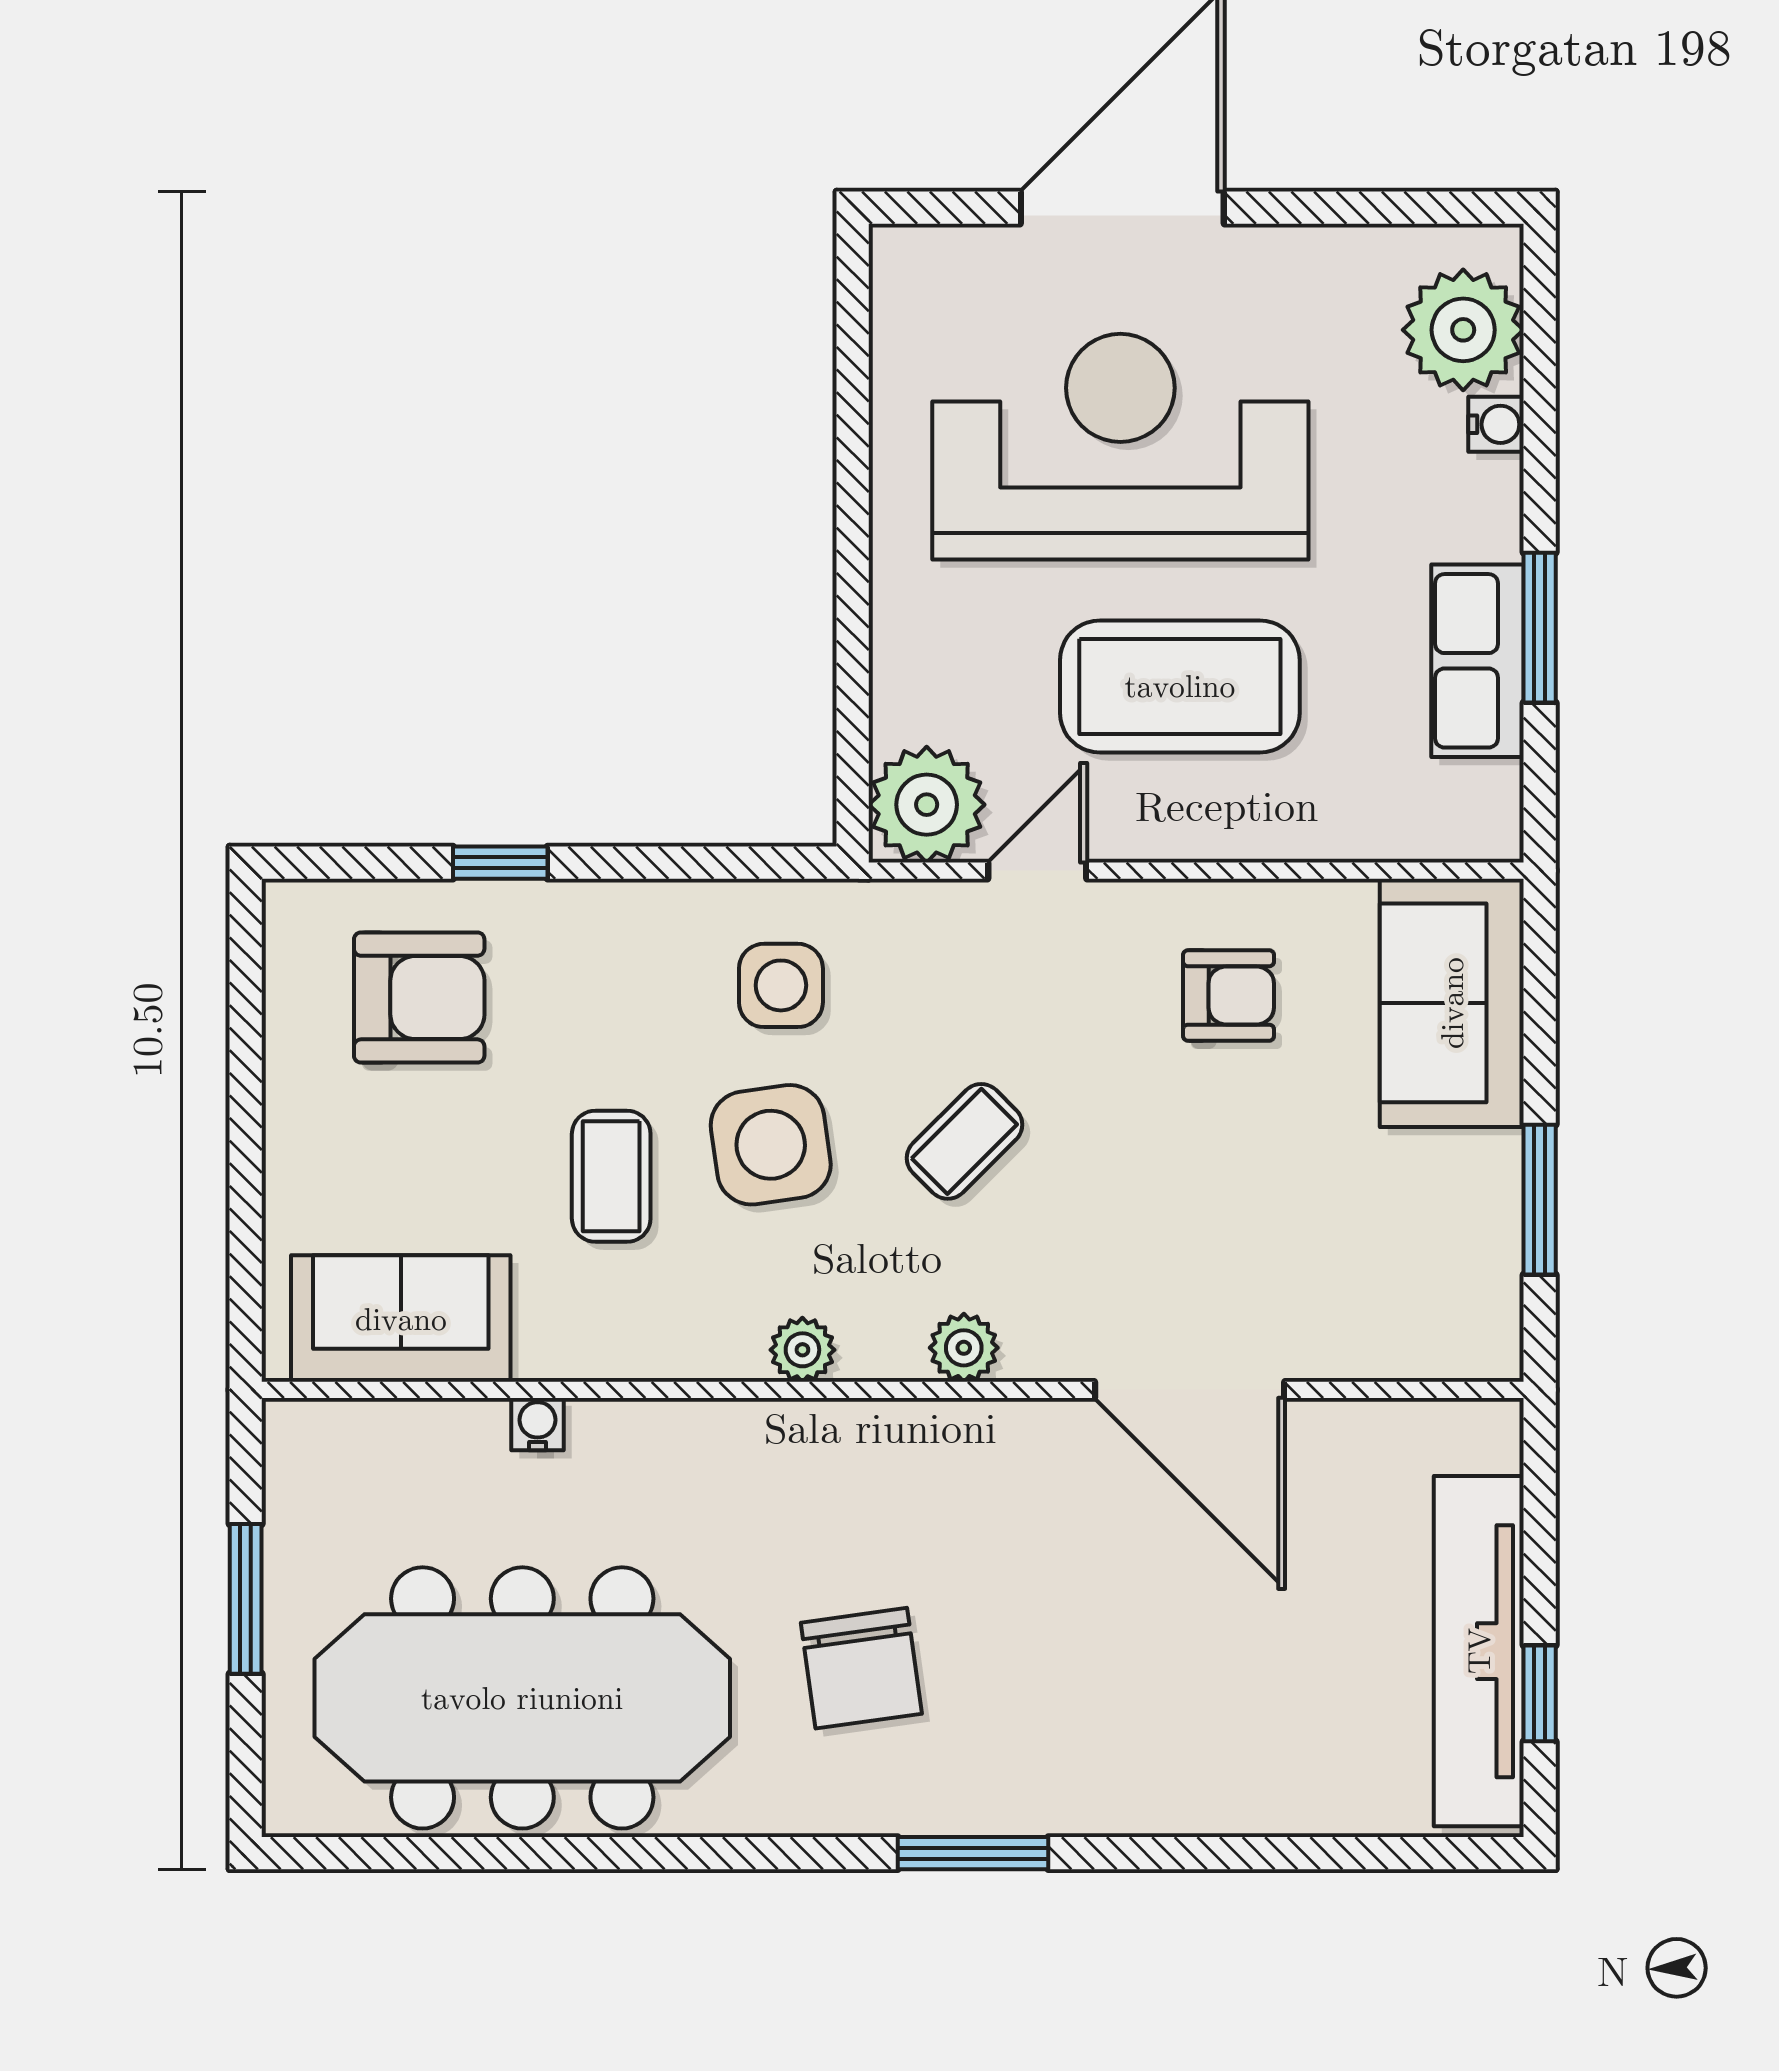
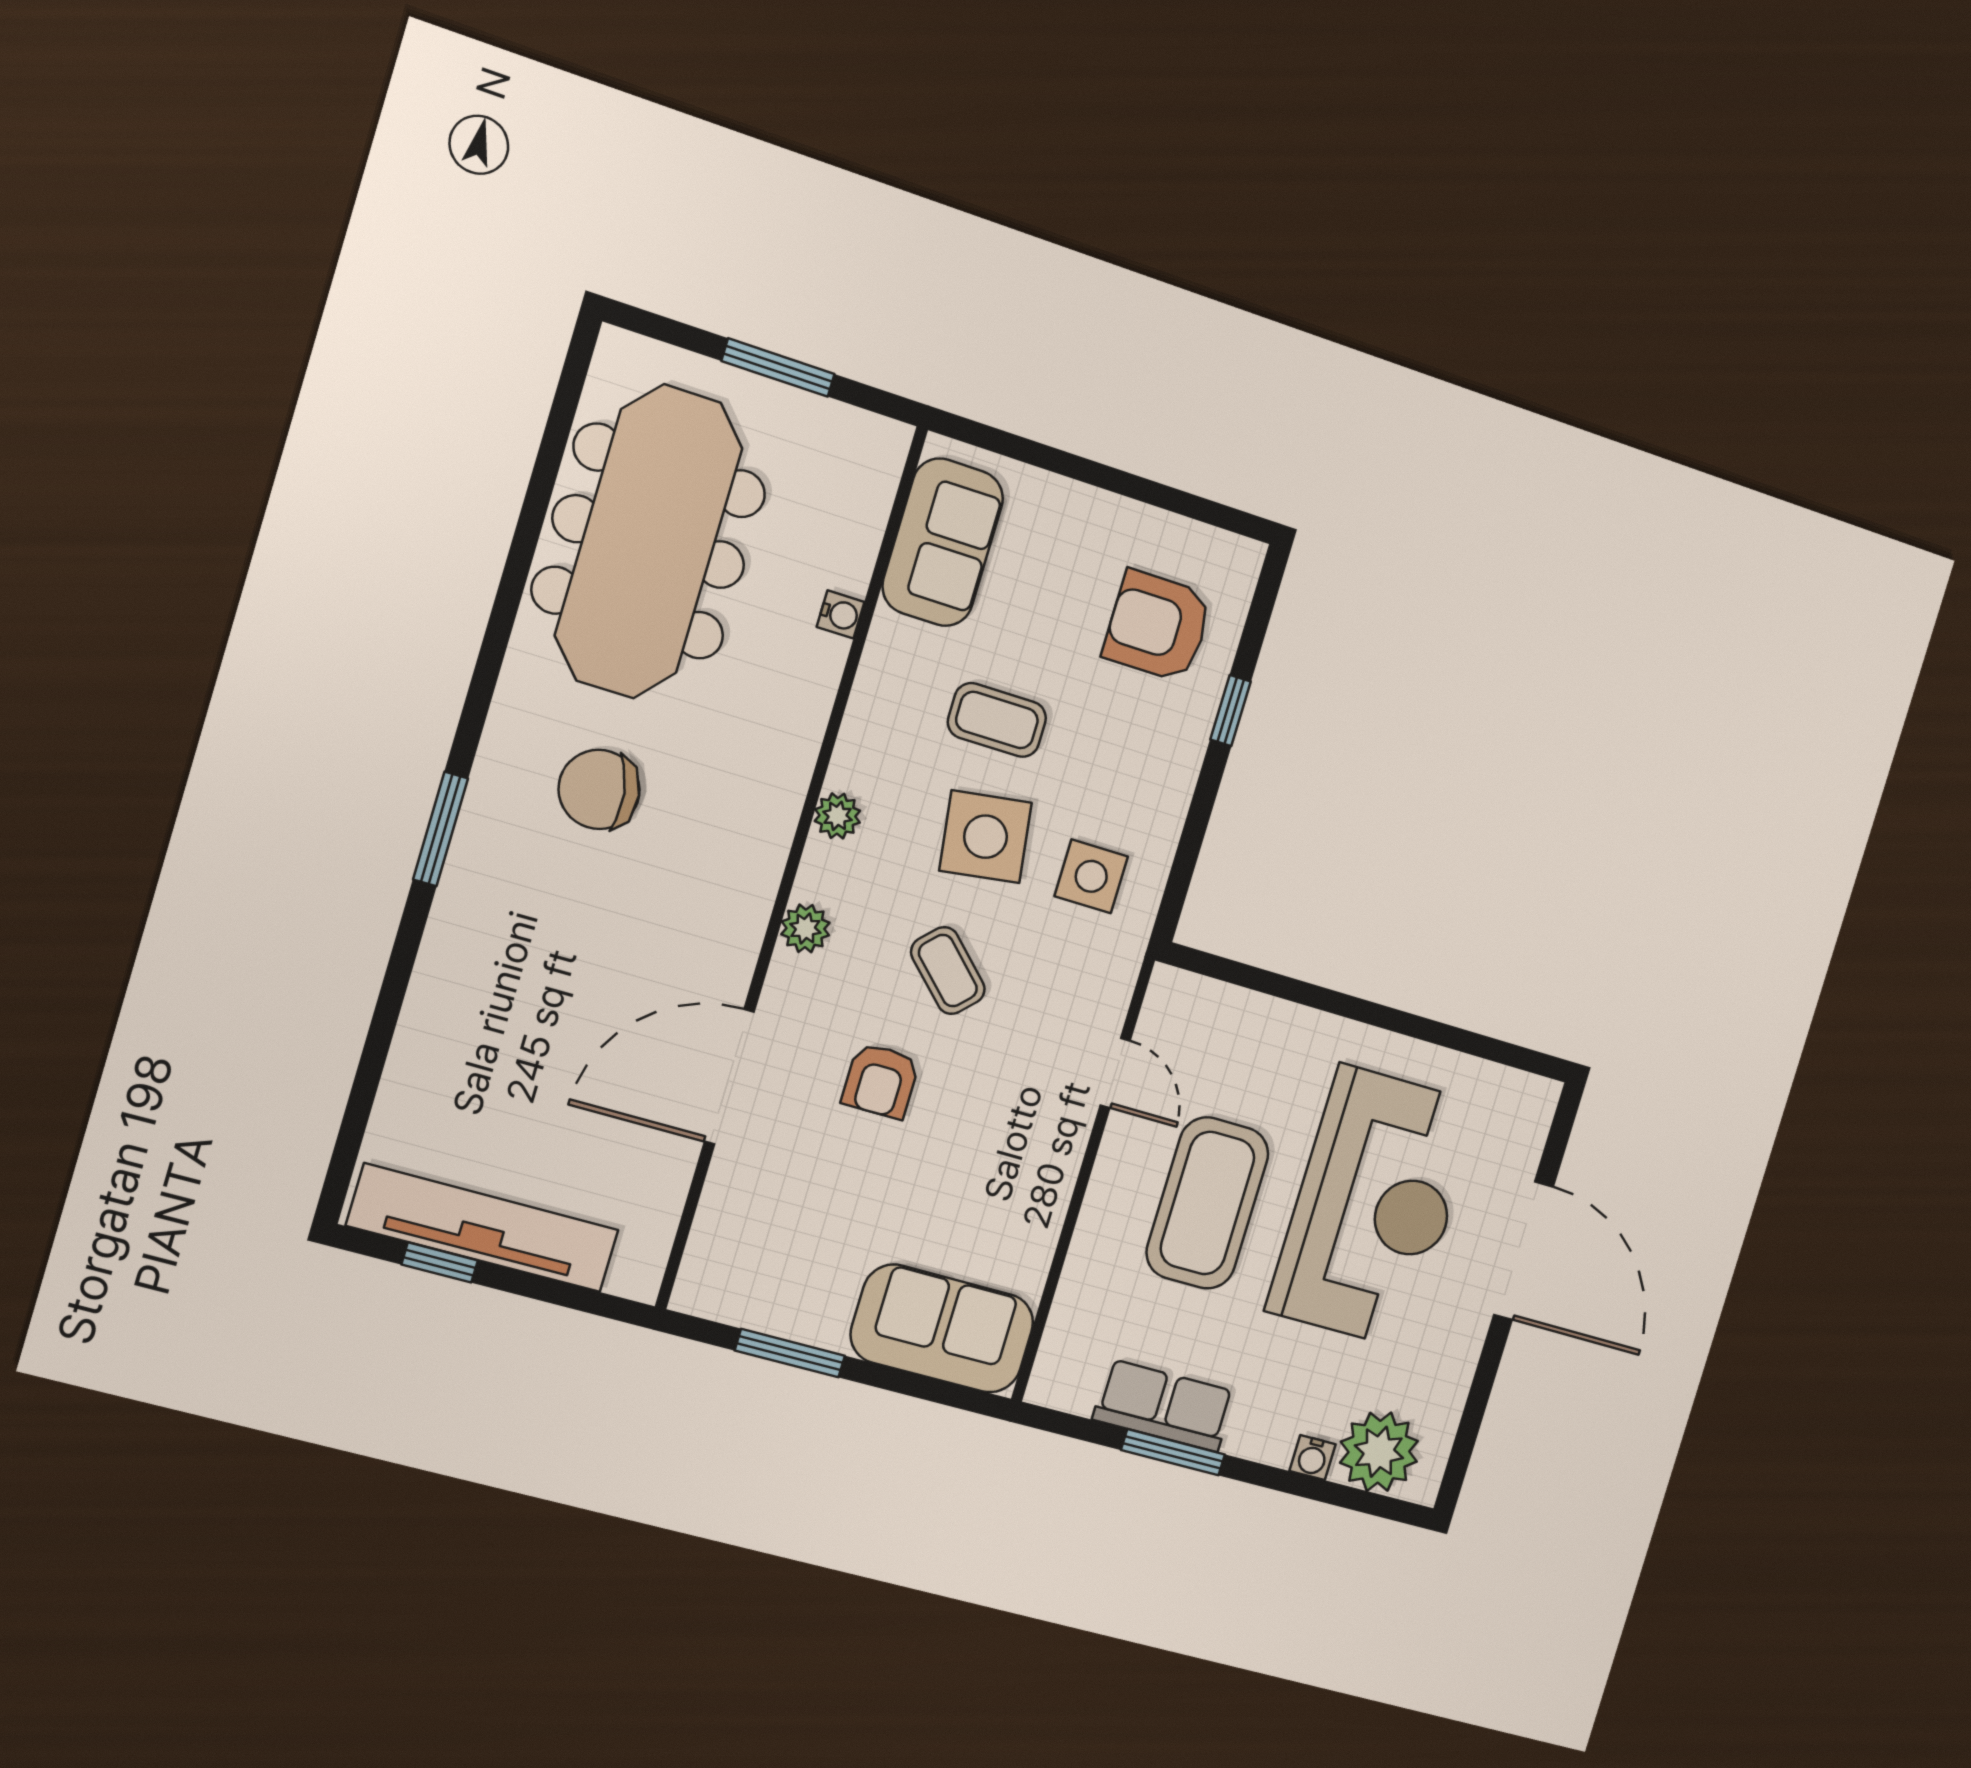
plant: (927, 805) -> (1181, 1011), removed
armchair: (1229, 995) -> (881, 1081), moved
armchair: (419, 998) -> (1158, 626), turned 90

